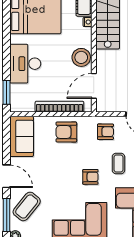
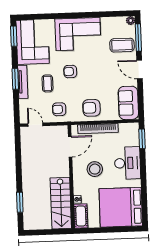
stool: (81, 57) -> (95, 169), moved
armchair: (66, 132) -> (91, 108), turned 180
coffee table: (27, 206) -> (122, 45), turned 51

